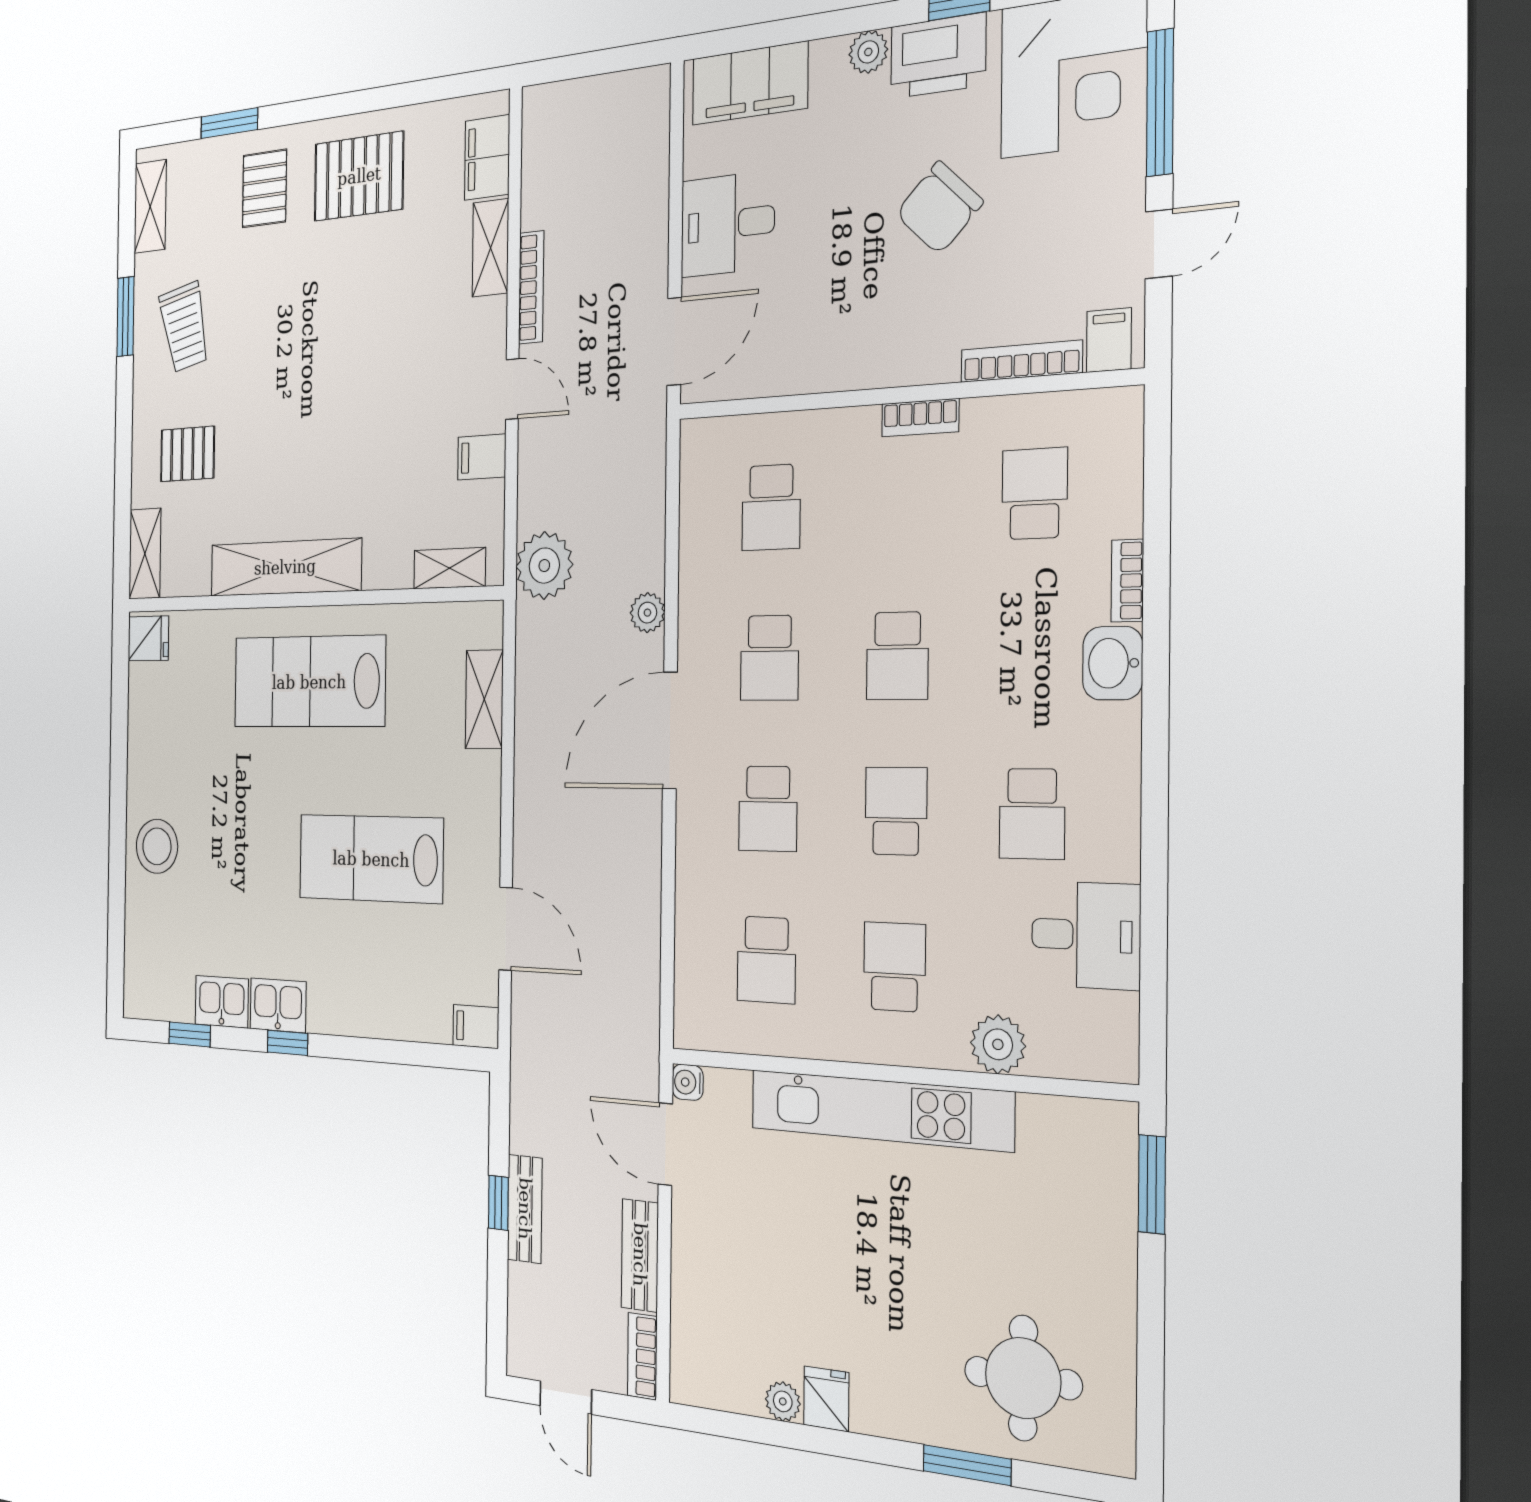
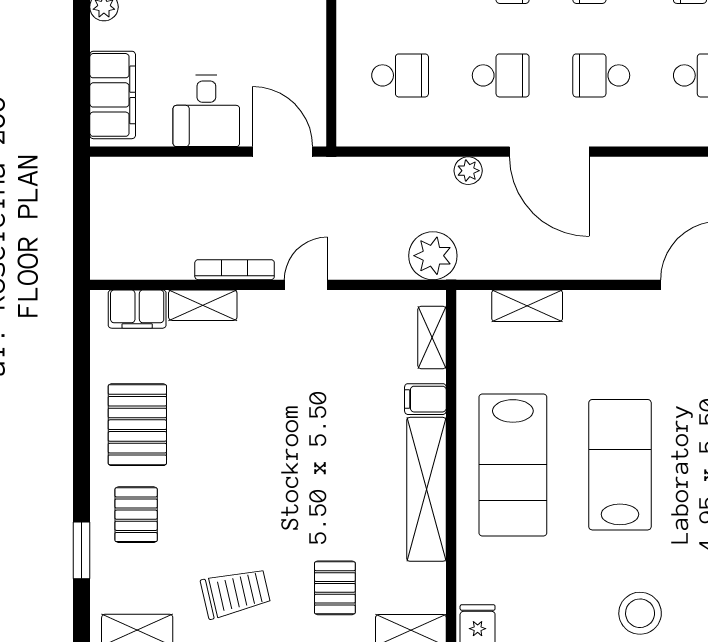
pallet: (264, 188) -> (136, 515), turned 90
filing cabinet: (482, 457) -> (425, 399), moved, turned 90
school desk: (768, 809) -> (601, 75), turned 180
lab bench: (371, 859) -> (620, 465), moved, turned 180

